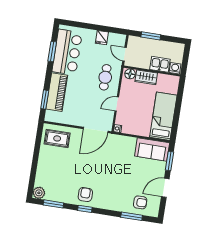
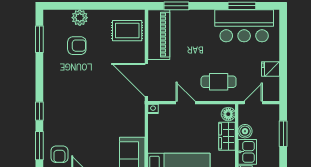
boiler: (145, 64) -> (245, 131), added
piano: (57, 92) -> (159, 35), moved, turned -90
rug: (57, 138) -> (127, 31), turned 90
plant: (39, 193) -> (80, 18), moved
armchair: (85, 195) -> (77, 46), moved
window: (85, 209) -> (39, 111), moved

